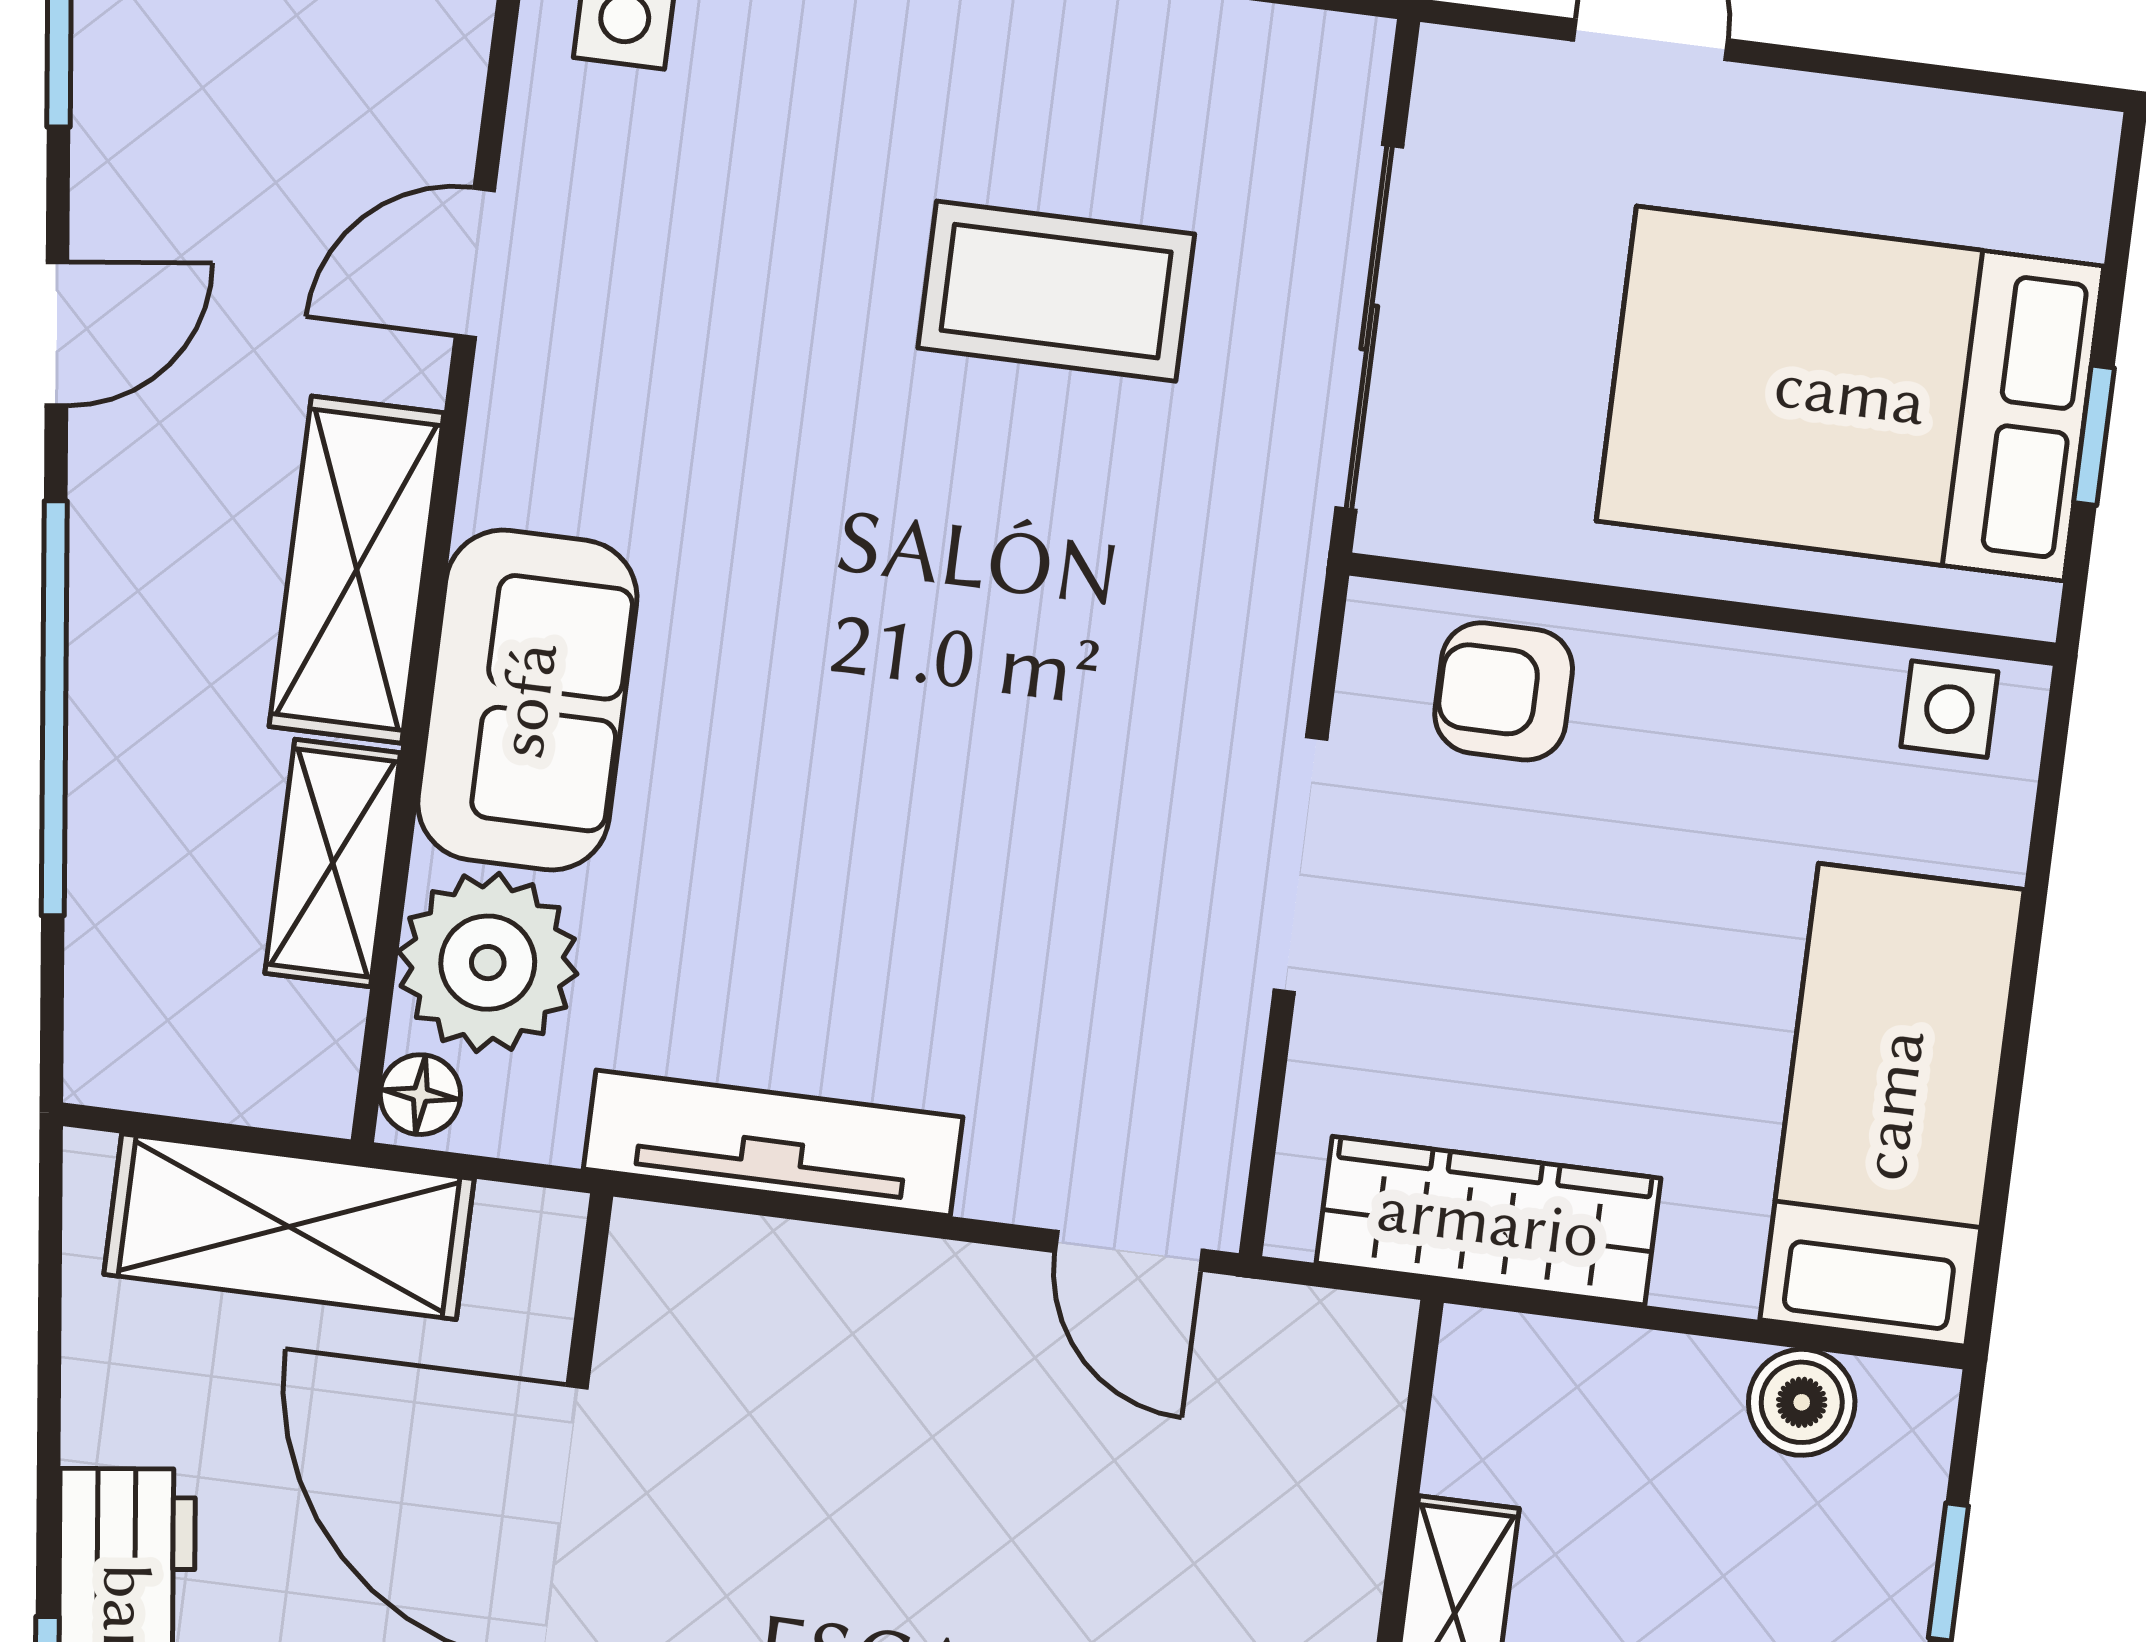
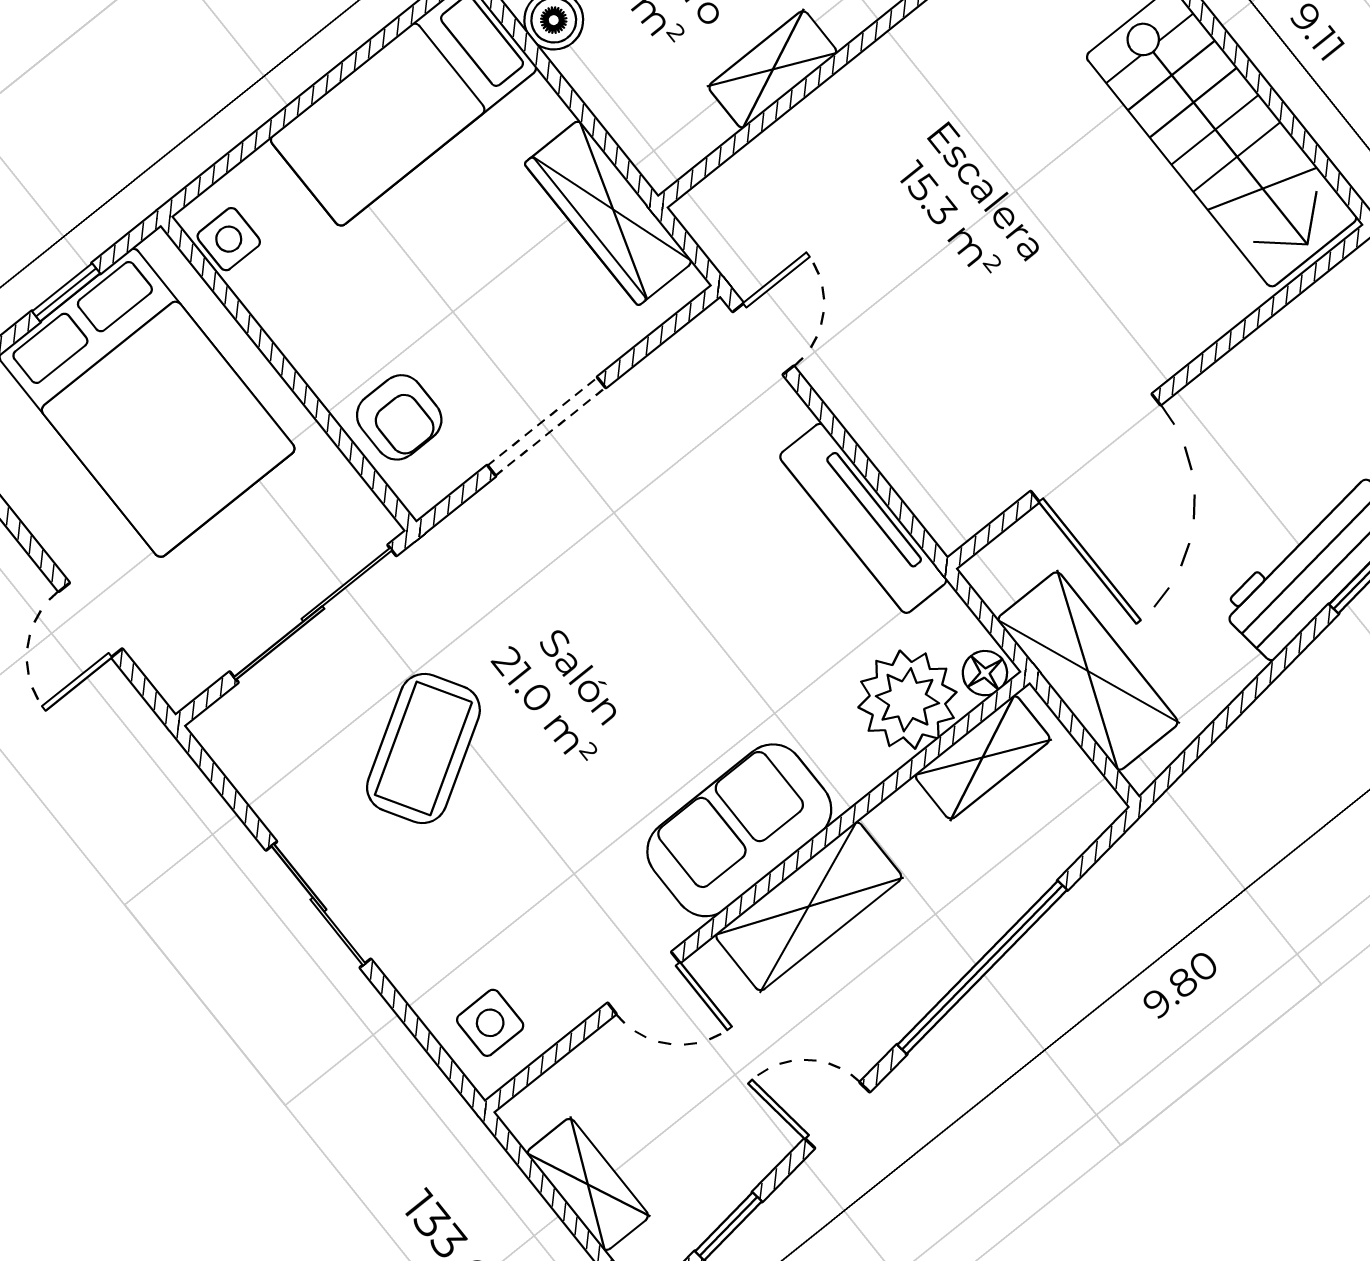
coffee table: (1056, 291) -> (423, 748), turned 59
sofa: (527, 700) -> (739, 830), moved
shelving: (333, 863) -> (983, 757), moved

